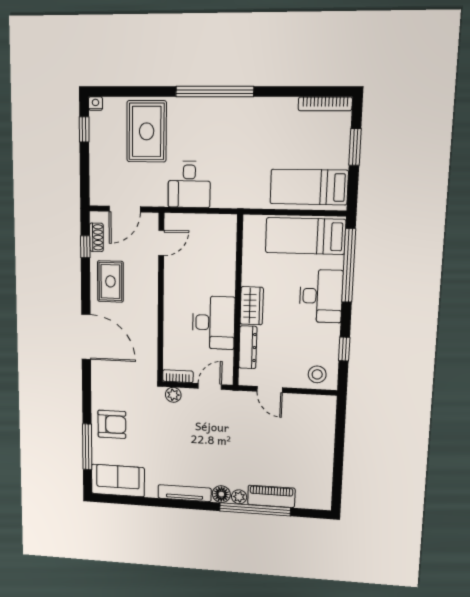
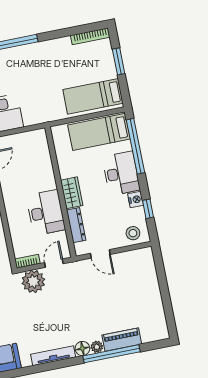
nightstand: (331, 334) -> (136, 199), added
plant: (173, 395) -> (33, 281), width x1.88, depth x1.88

